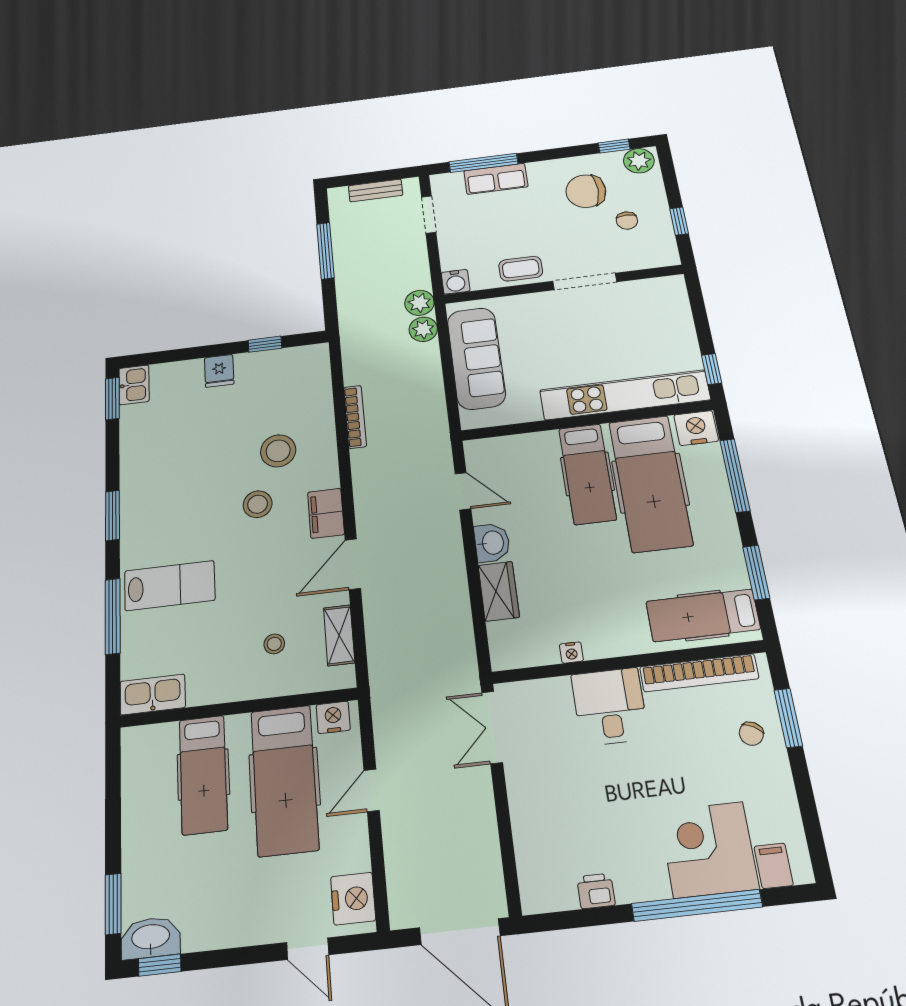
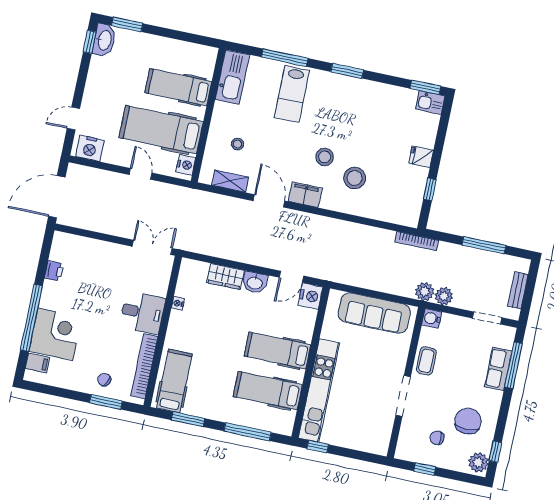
plant: (423, 329) -> (444, 296), moved
bookcase: (355, 417) -> (416, 241), moved
nightstand: (696, 428) -> (310, 296), moved
hospital bed: (650, 483) -> (268, 391), width x0.73, depth x0.78
kitchen sink: (153, 694) -> (232, 77), width x1.36, depth x1.24

